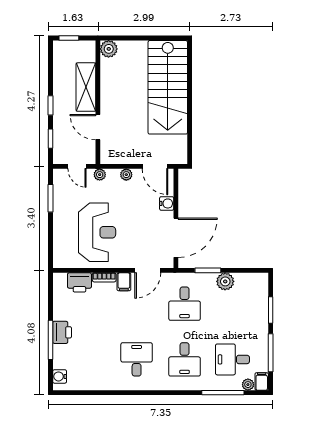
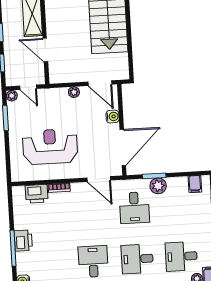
plant: (100, 175) -> (12, 96), moved
reception desk: (97, 232) -> (50, 147), turned -90
door: (148, 270) -> (99, 179), hinge flipped
plant: (225, 281) -> (158, 186), moved
filing cabinet: (124, 282) -> (195, 184), moved
desk: (185, 359) -> (137, 259), turned 90

